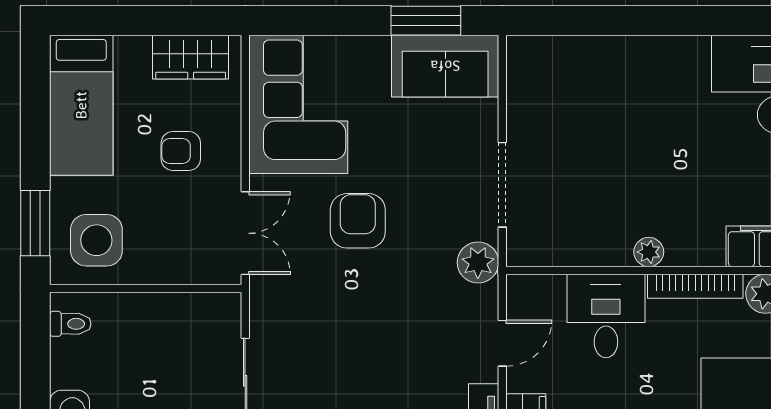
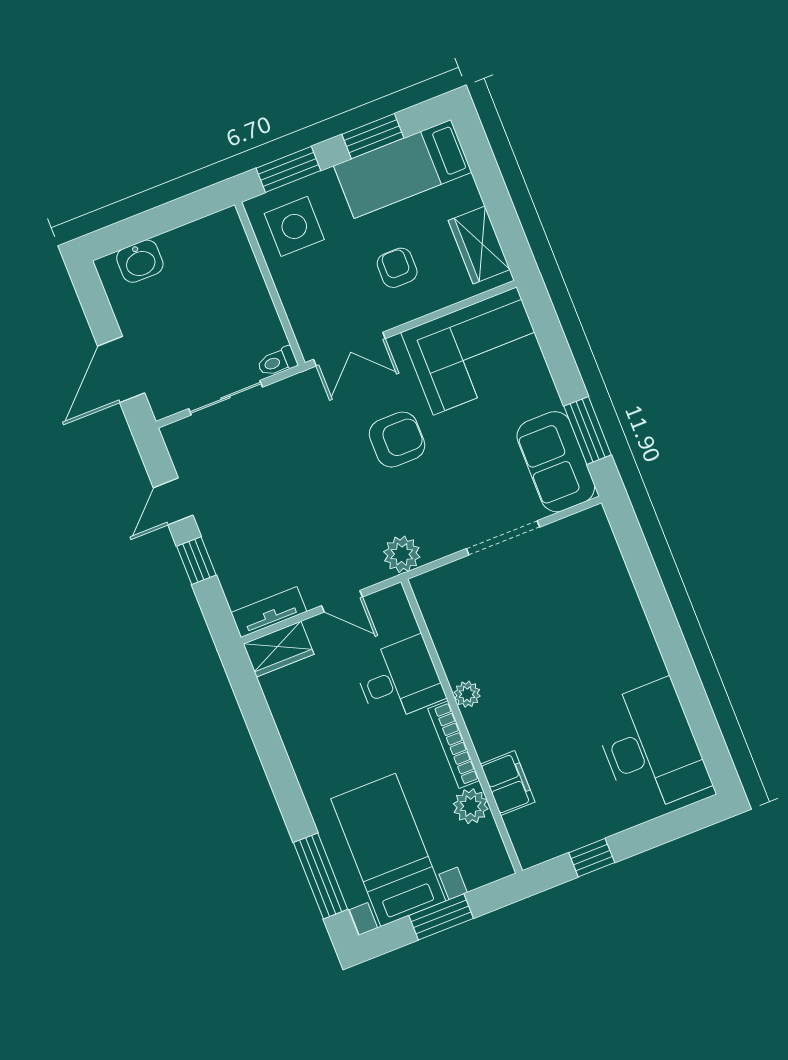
window: (35, 122) -> (373, 136), added
doorway: (502, 185) -> (503, 538), moved
toilet: (70, 324) -> (277, 362), moved, turned 90

